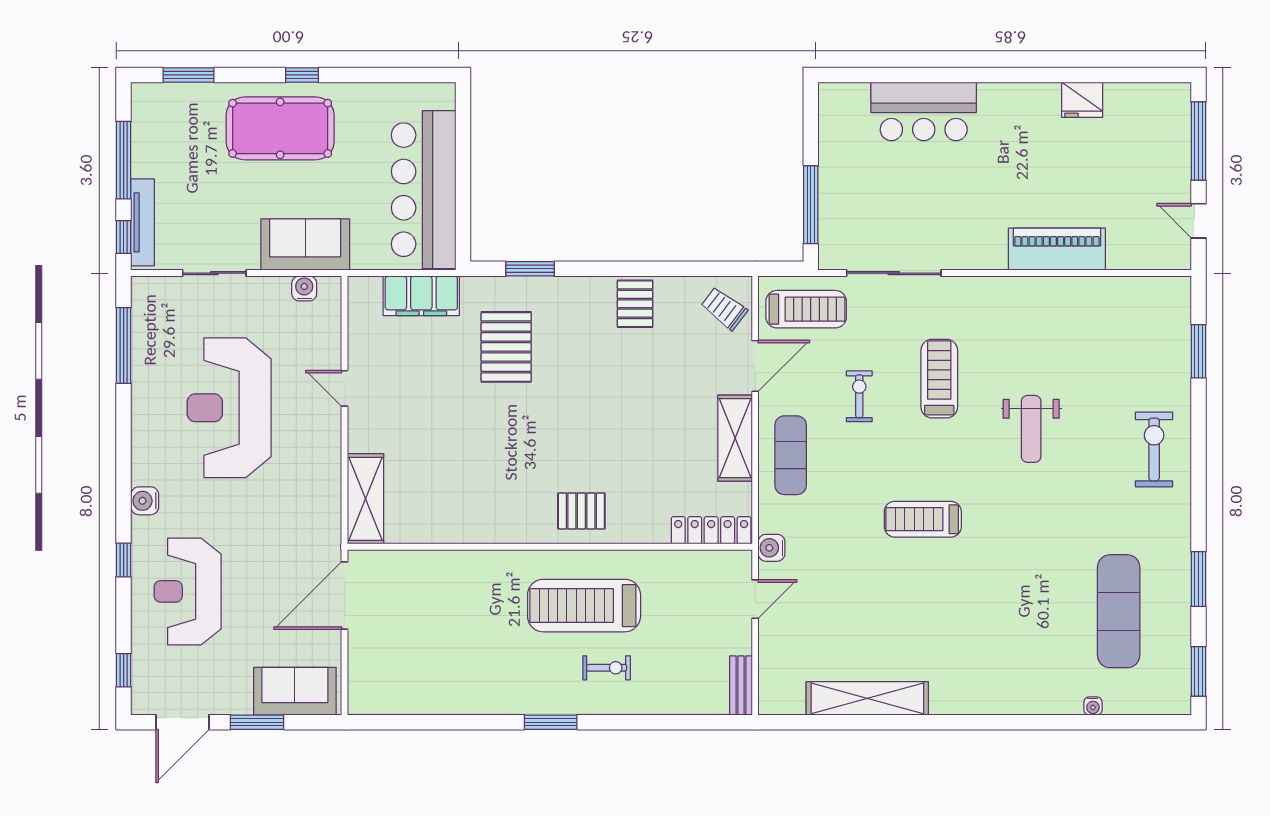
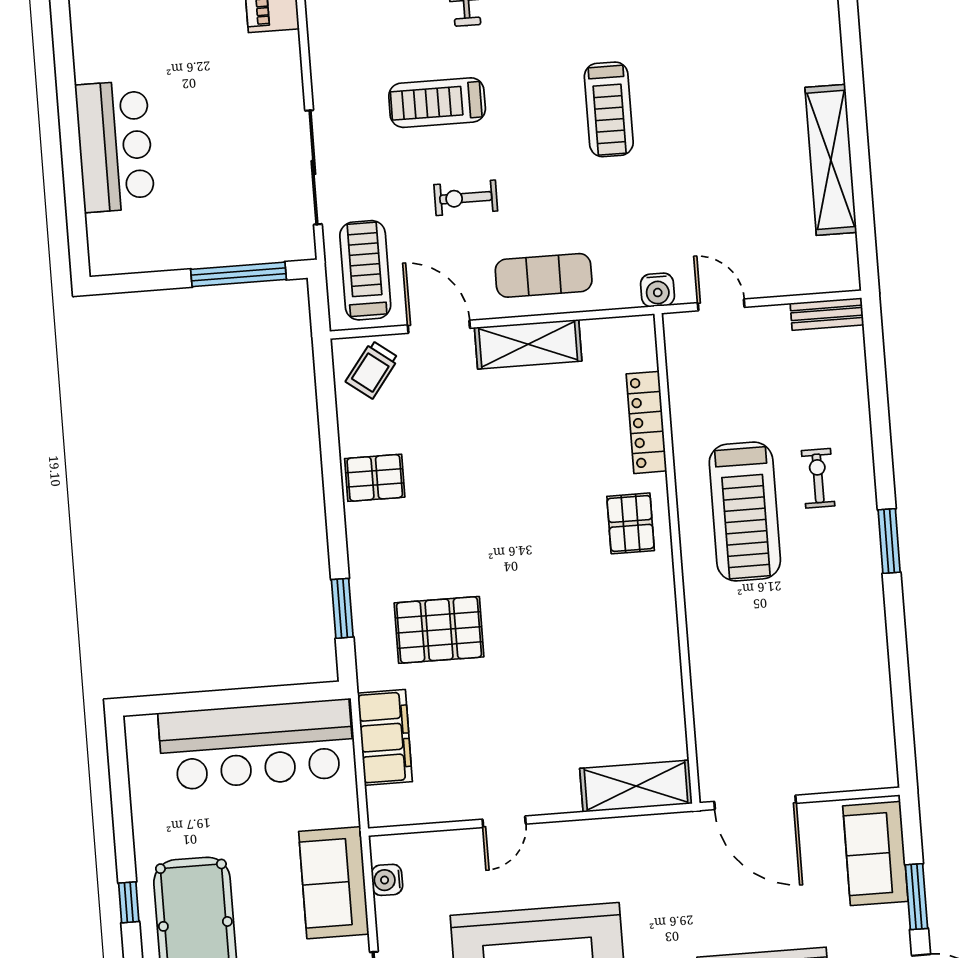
locker: (711, 530) -> (646, 422), moved

